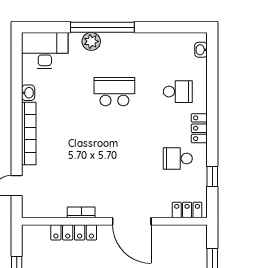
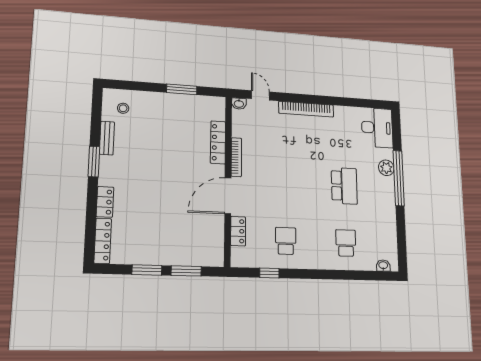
school desk: (178, 92) -> (346, 243), turned 180
washbasin: (28, 93) -> (239, 104), moved
locker: (199, 128) -> (314, 262), removed
locker: (187, 210) -> (238, 231), moved
bookcase: (81, 212) -> (236, 157), width x1.56

